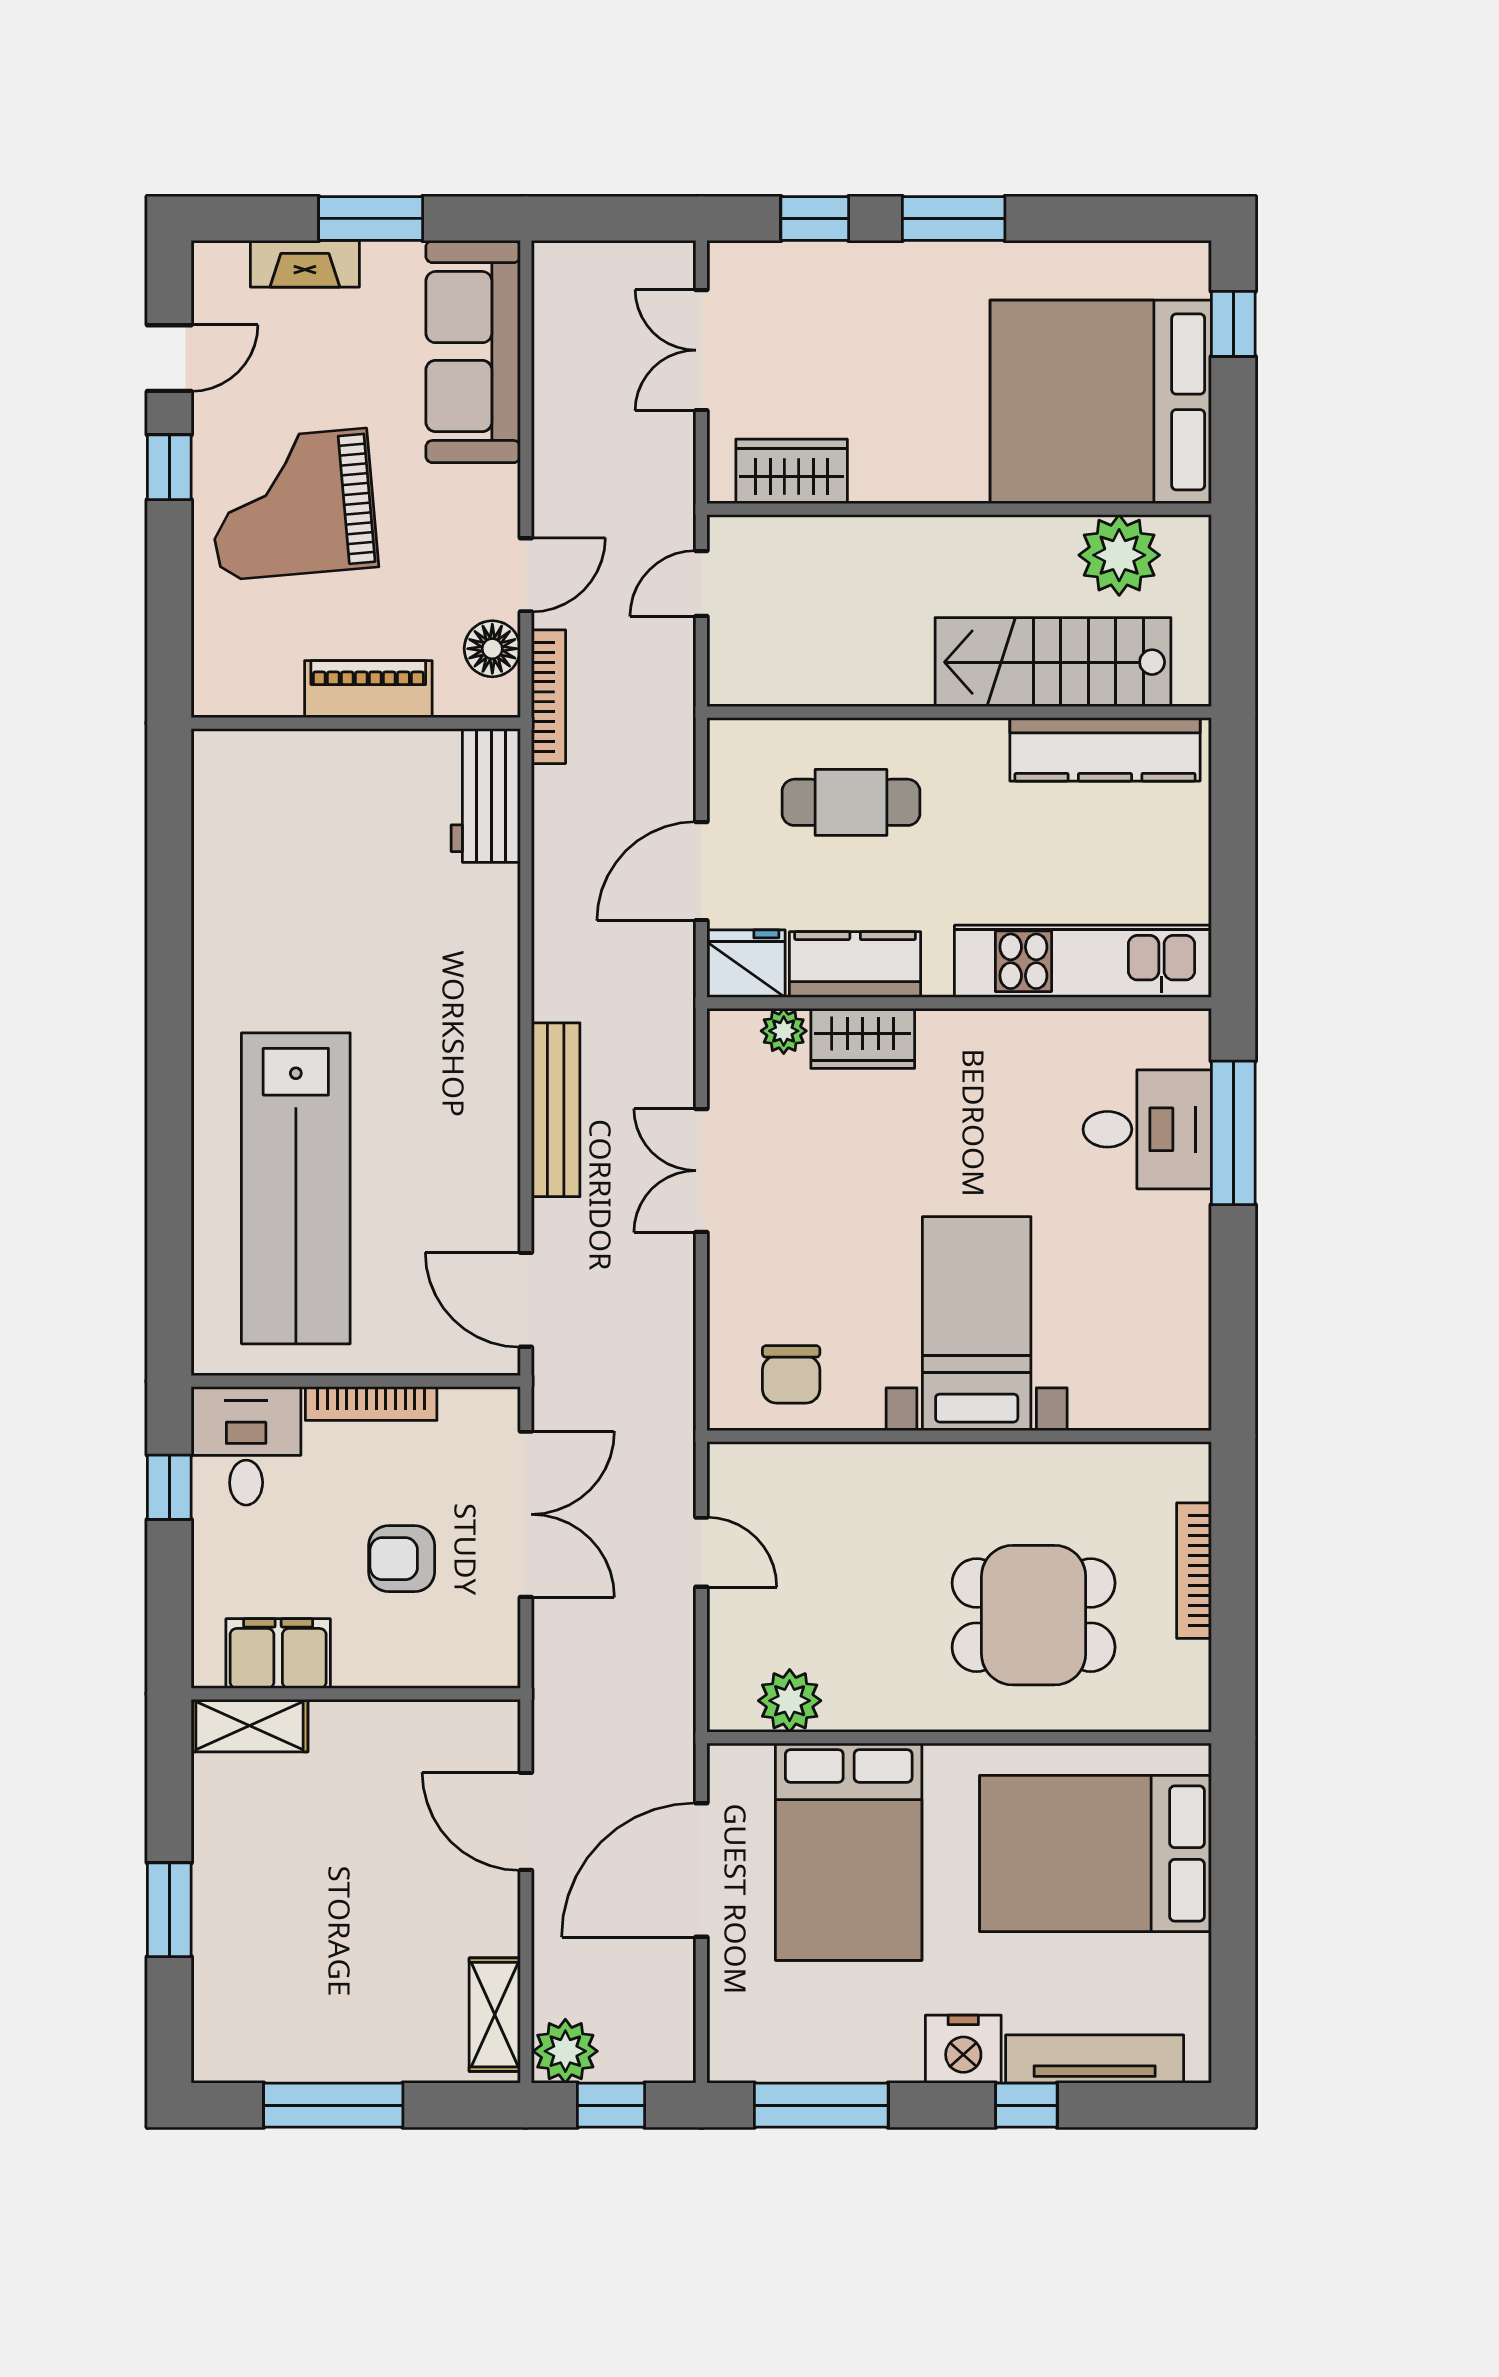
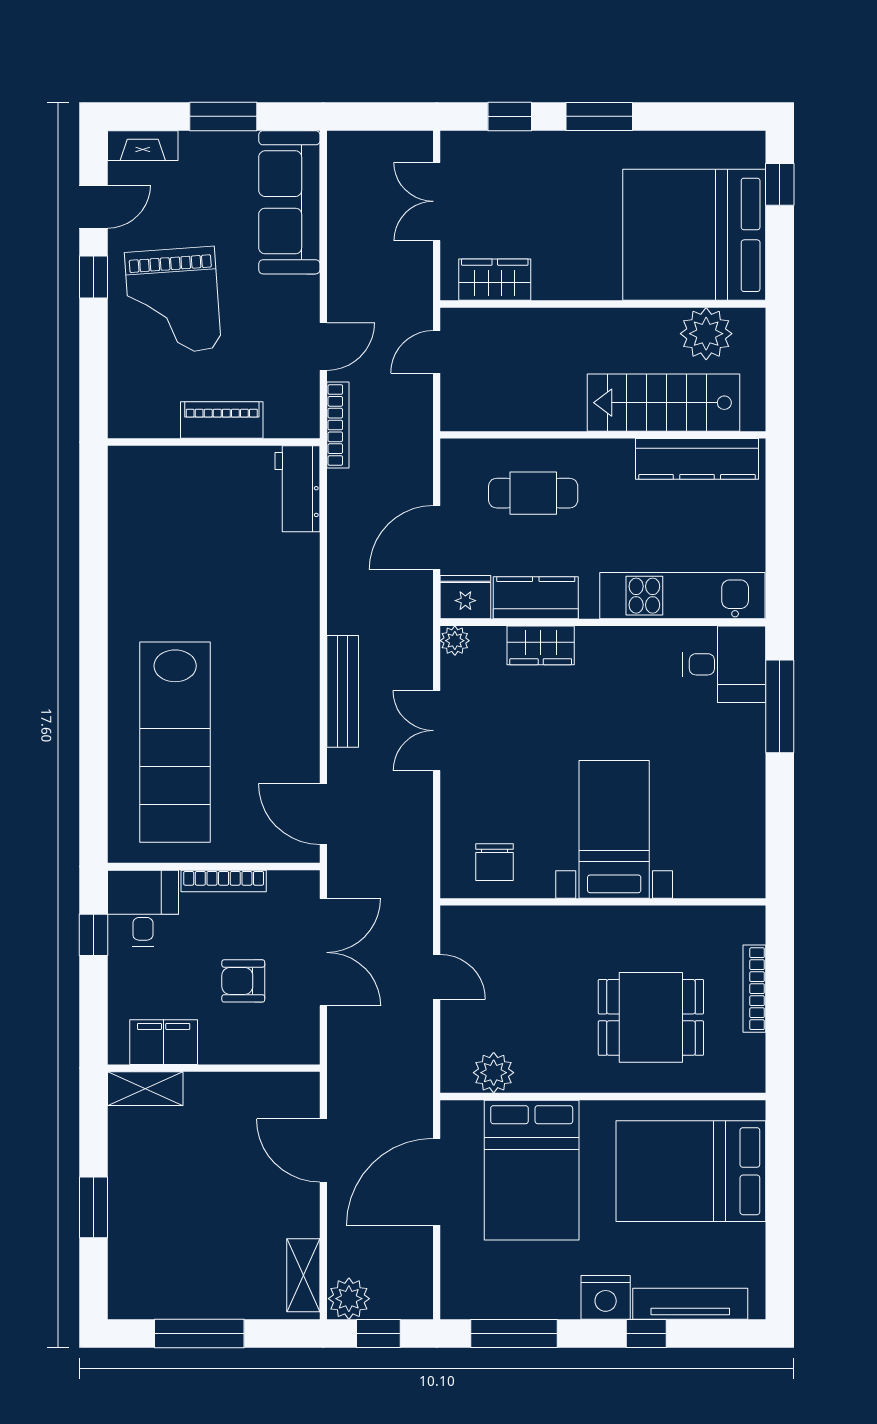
fireplace: (305, 264) -> (143, 146), moved
grand piano: (292, 504) -> (173, 301), turned -89
floor lamp: (492, 649) -> (302, 394), removed
plant: (784, 1031) -> (455, 641), moved
desk: (1147, 1129) -> (724, 664), moved

